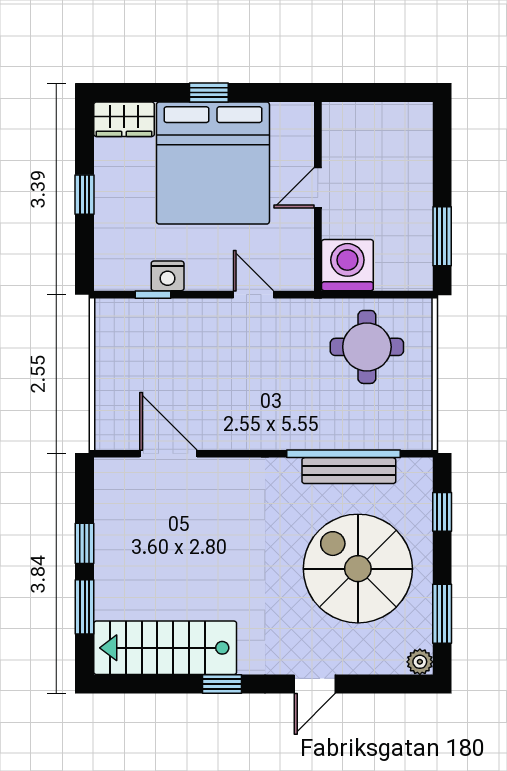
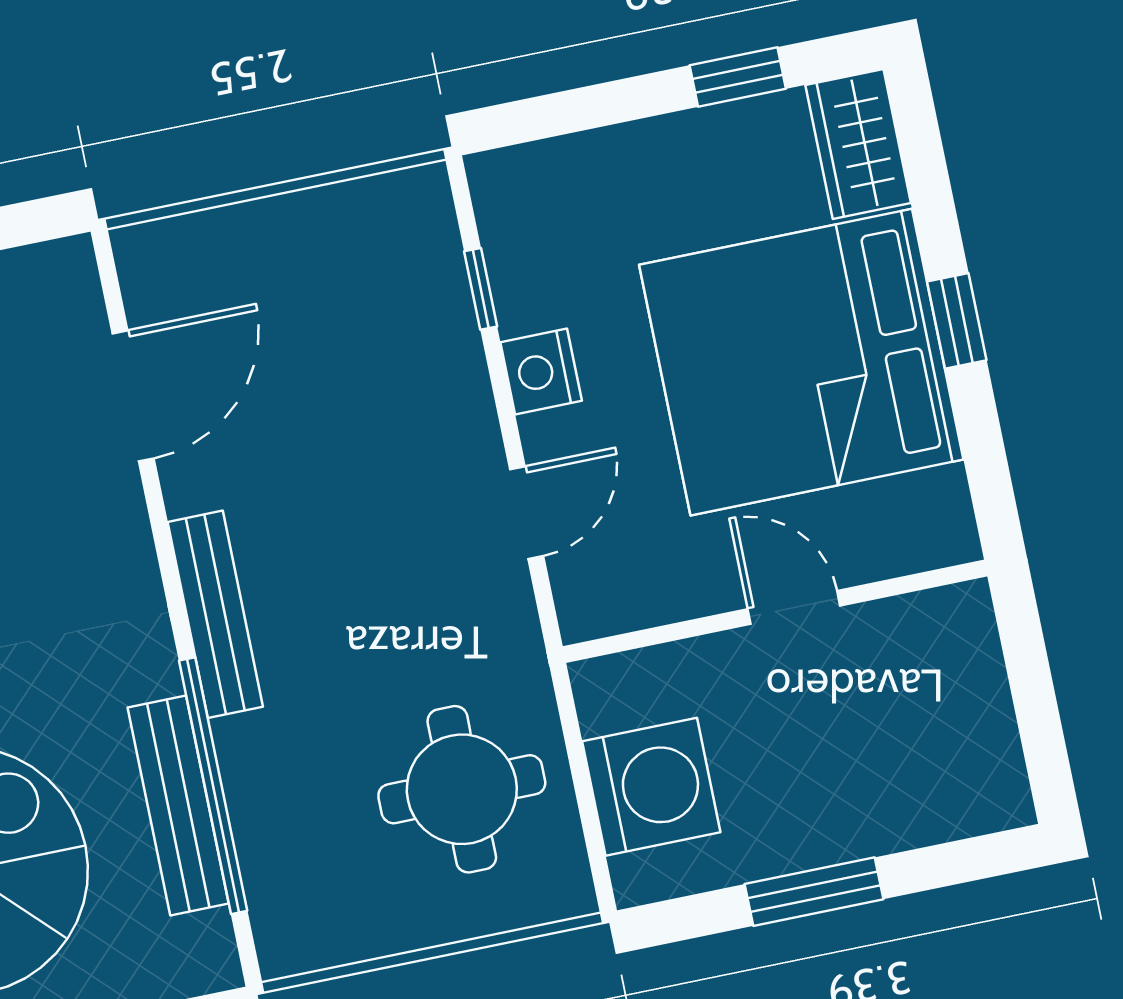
window: (85, 195) -> (738, 77), moved
window: (442, 236) -> (814, 892), moved
washing machine: (347, 265) -> (651, 787), moved
nightstand: (168, 276) -> (541, 372), moved
bench: (270, 438) -> (215, 614), added

